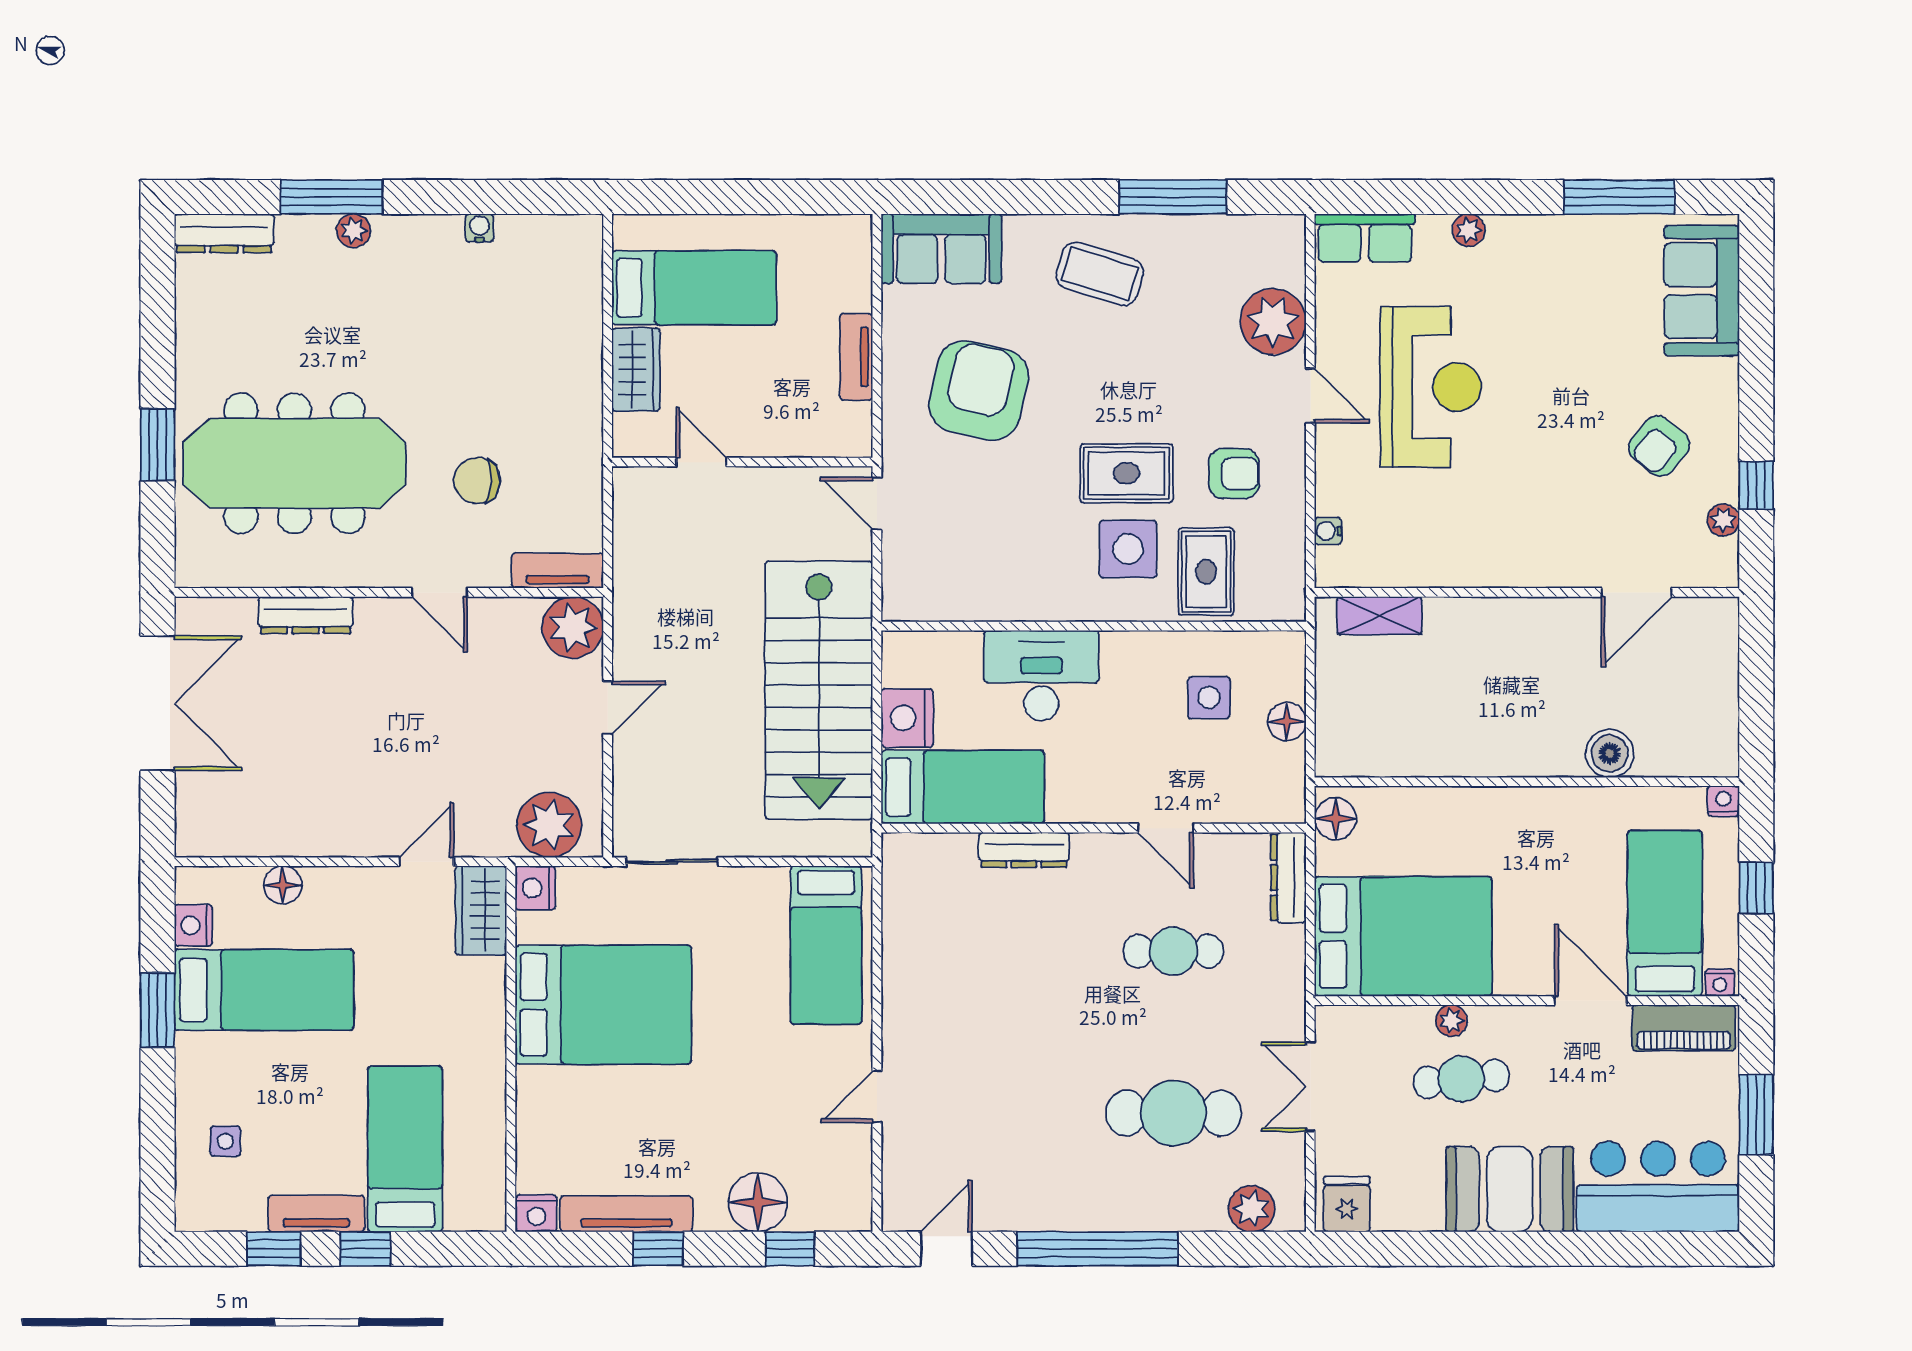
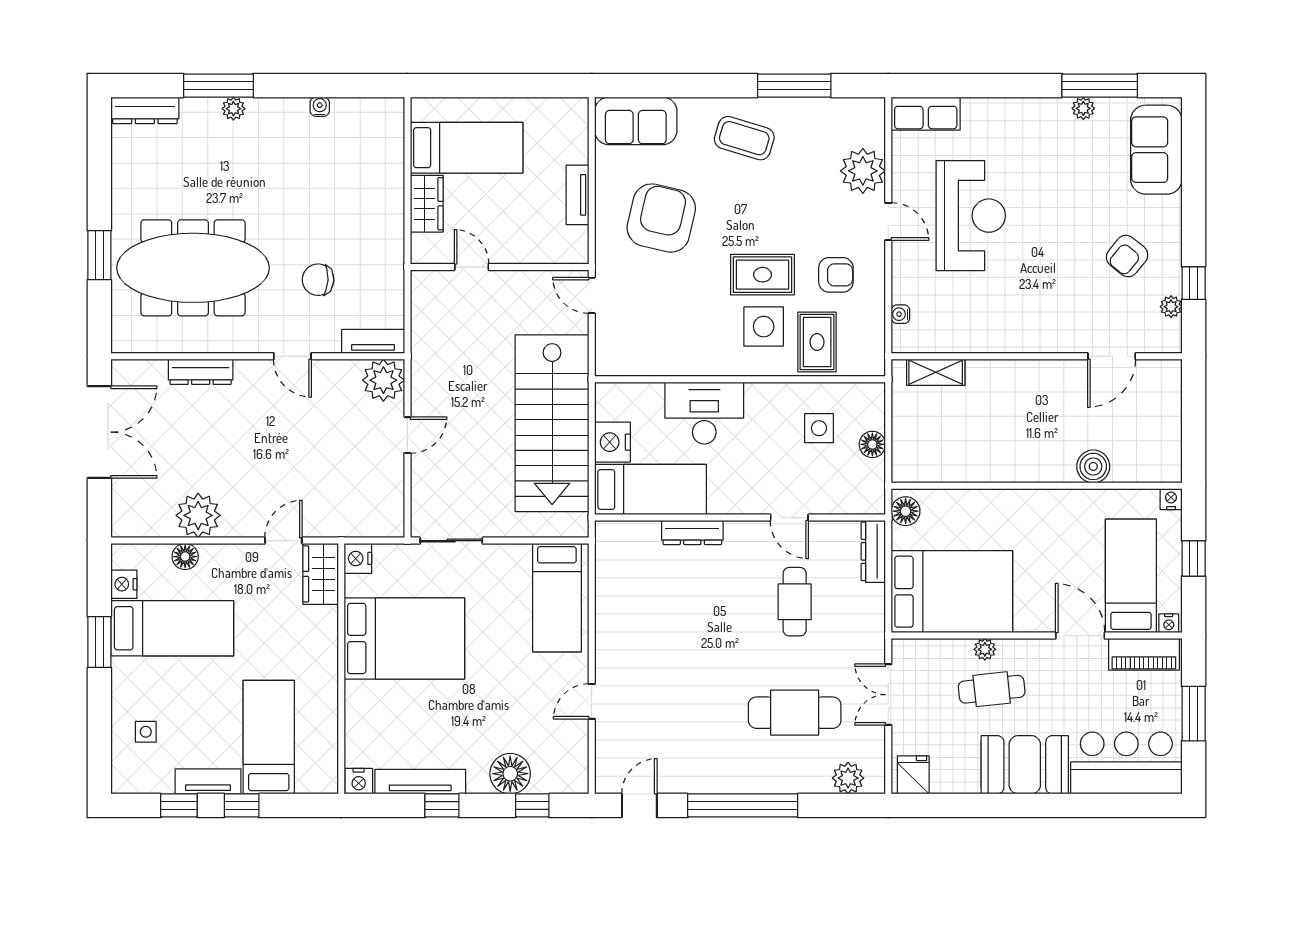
plant: (1469, 230) -> (1083, 108), moved
plant: (549, 825) -> (198, 515), moved
cafe table: (1173, 951) -> (795, 602), turned 90

